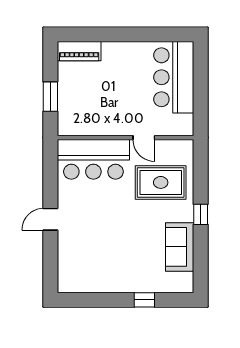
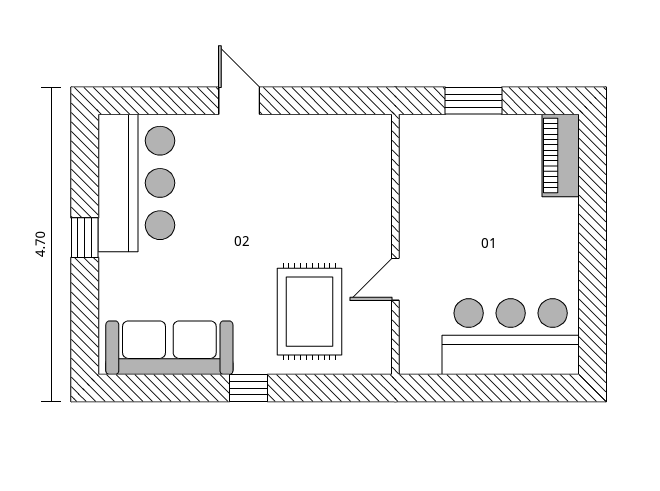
bar counter: (93, 159) -> (136, 183), moved, turned 180
sofa: (180, 247) -> (169, 348), width x1.36
window: (144, 300) -> (85, 238), moved

